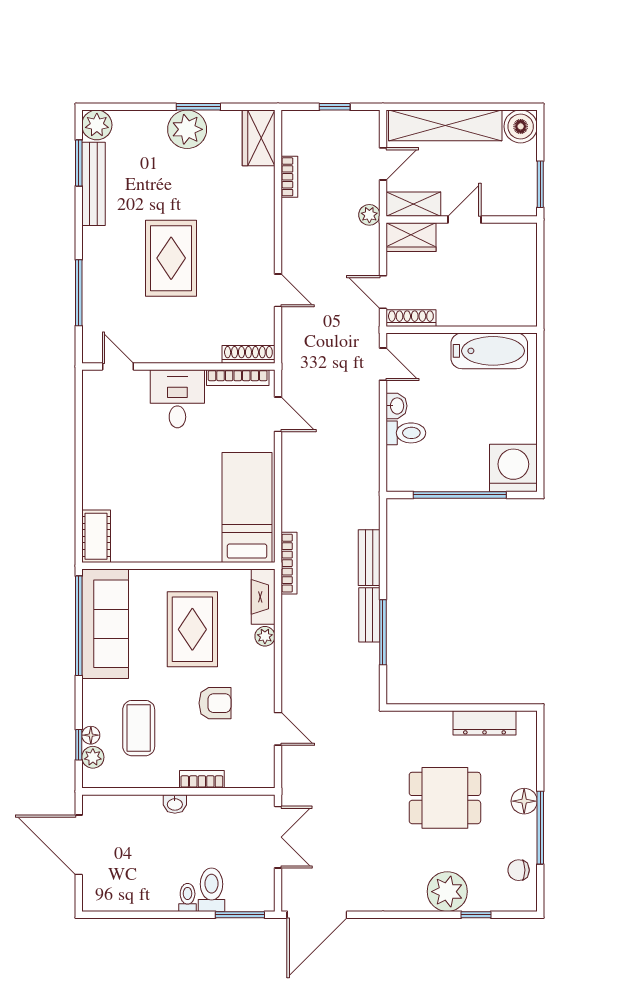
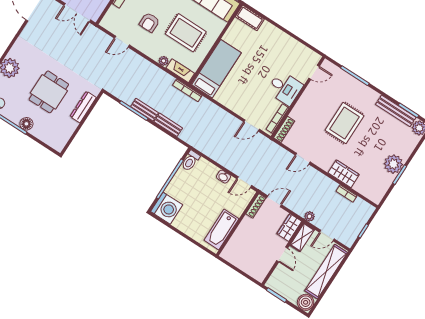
wardrobe: (259, 138) -> (344, 174), moved
door: (383, 164) -> (327, 236), hinge flipped
rug: (171, 258) -> (345, 123), turned 90
toilet: (406, 433) -> (190, 161), moved
bed: (247, 507) -> (216, 69), moved, turned -90
dresser: (485, 723) -> (83, 107), moved

